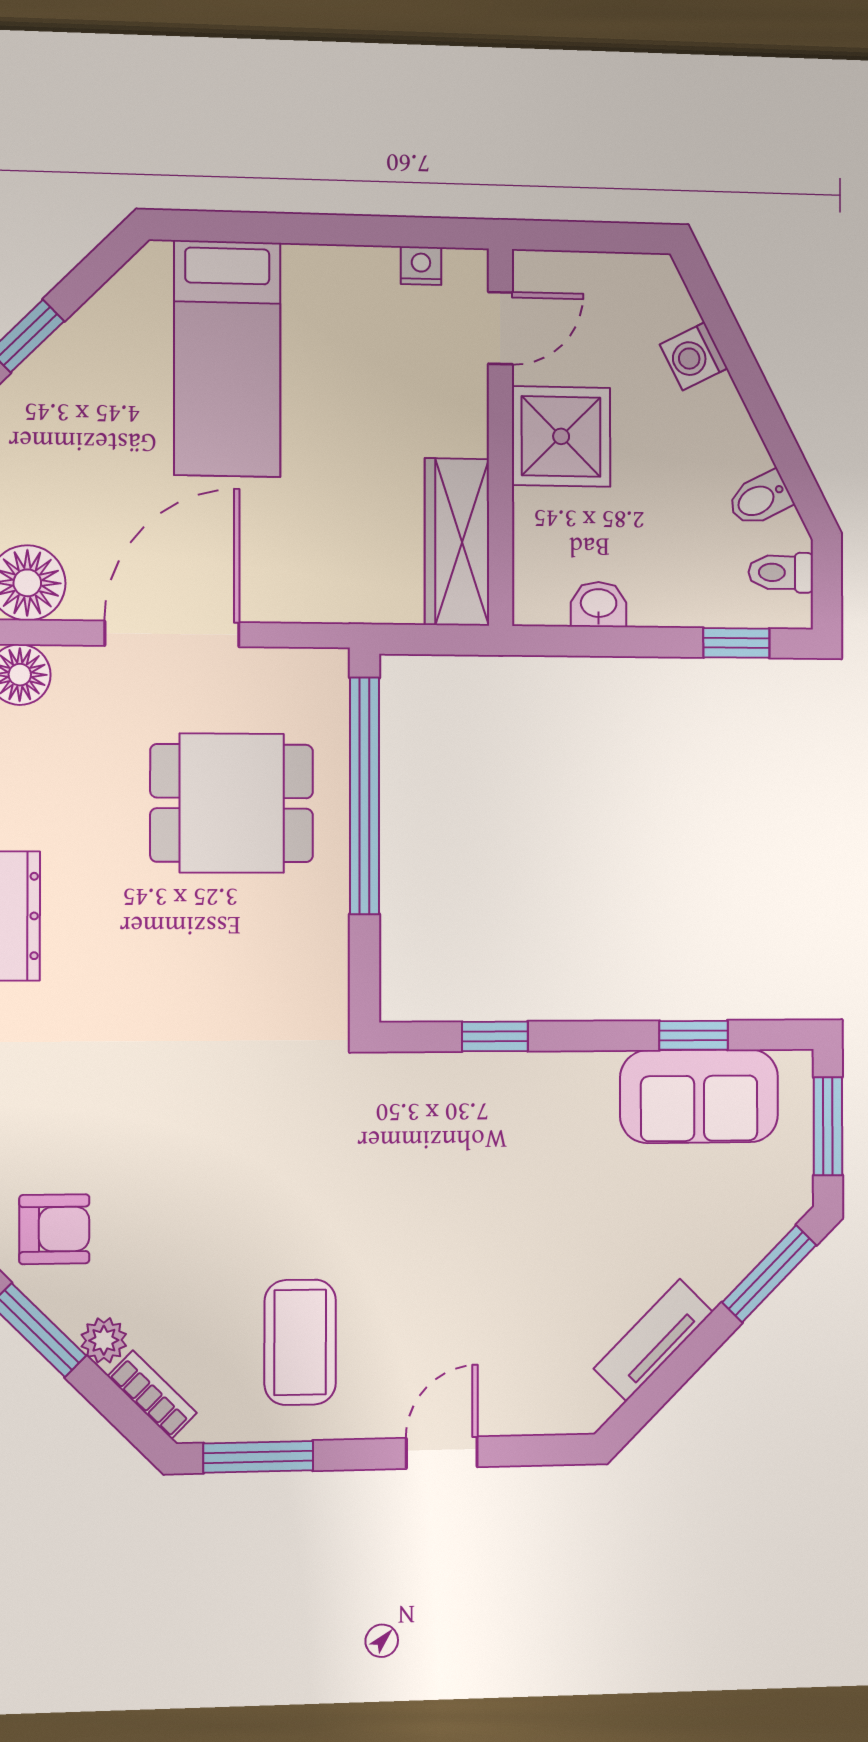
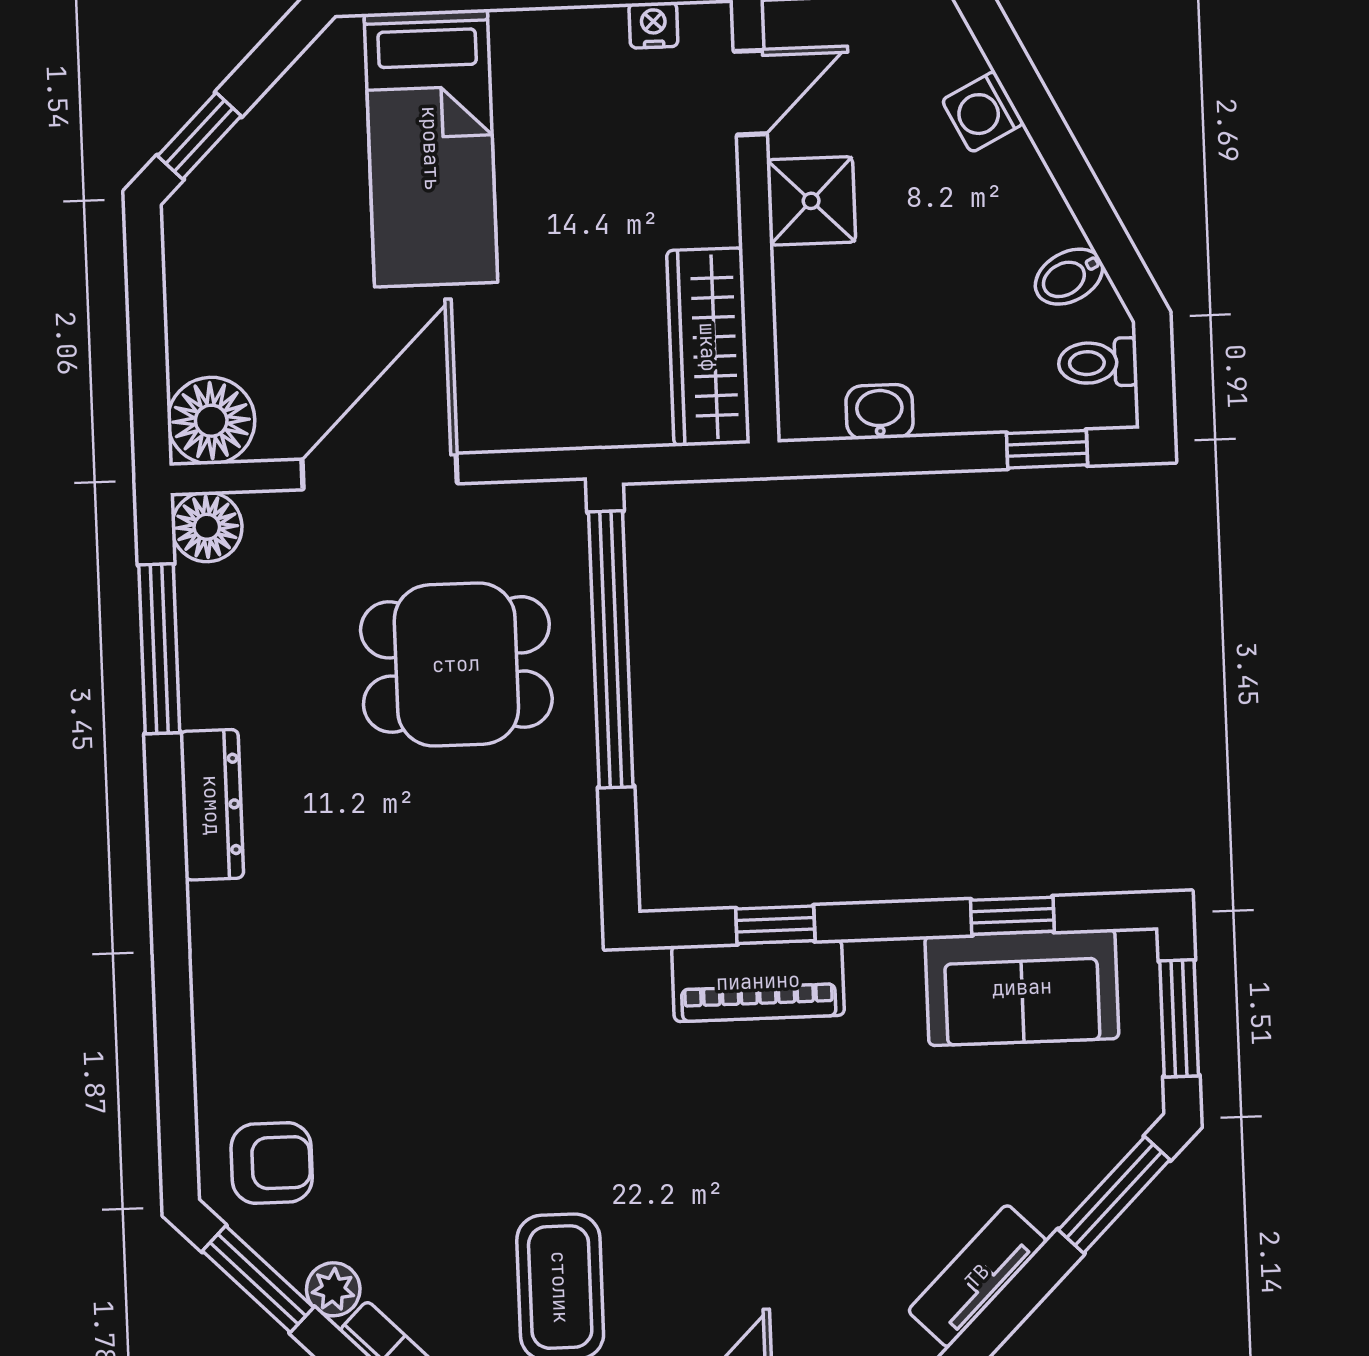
shower: (561, 436) -> (811, 201), width x0.73, depth x0.73
piano: (478, 1084) -> (758, 981), added

